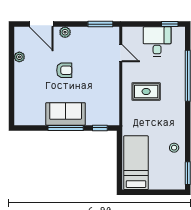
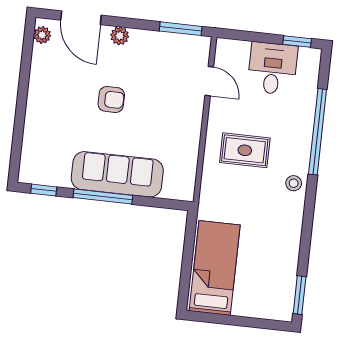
plant: (19, 57) -> (42, 35), moved
sofa: (66, 114) -> (117, 174), width x1.36
window: (100, 128) -> (44, 190), moved
stool: (174, 148) -> (294, 183), moved

